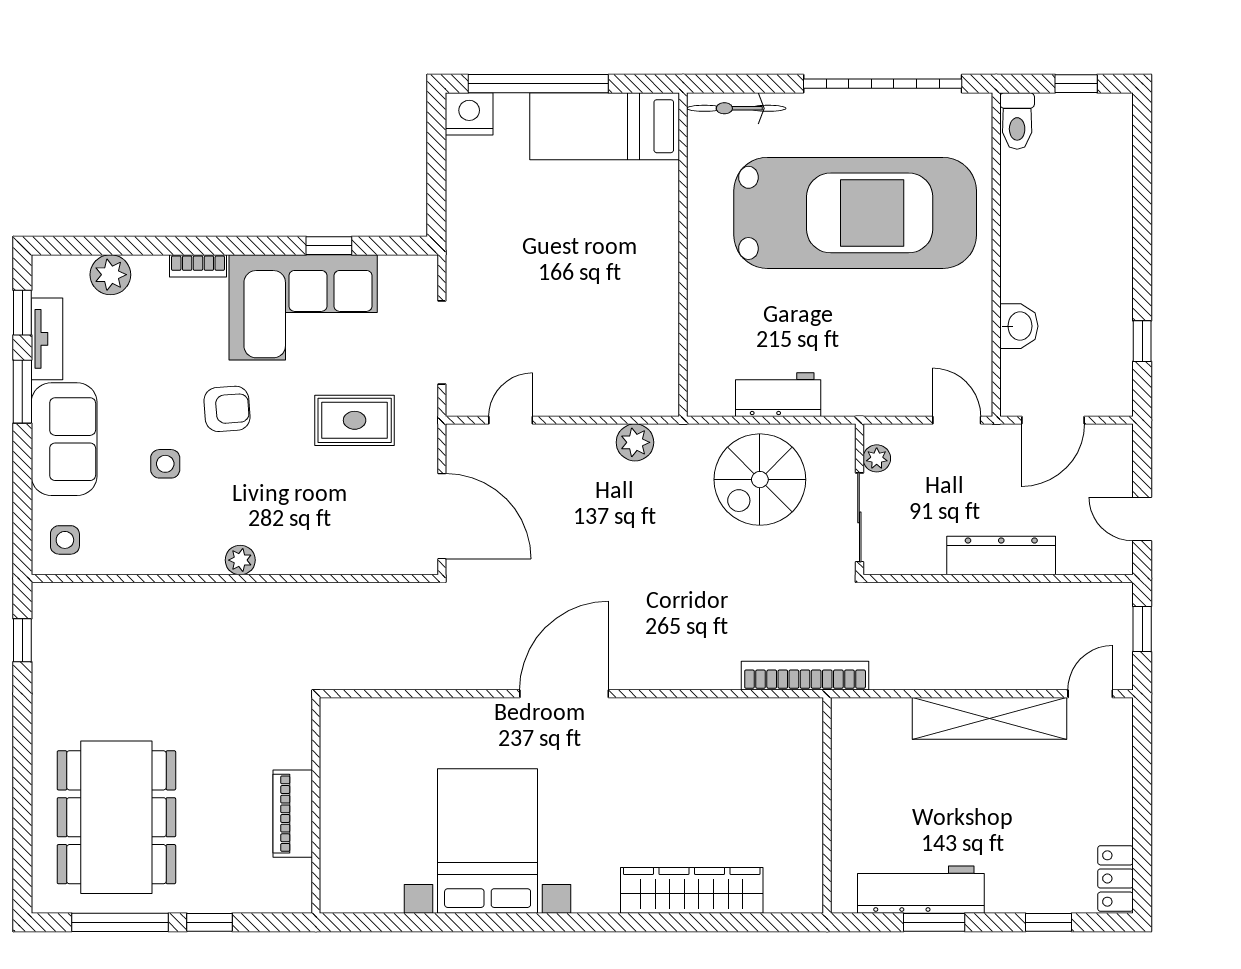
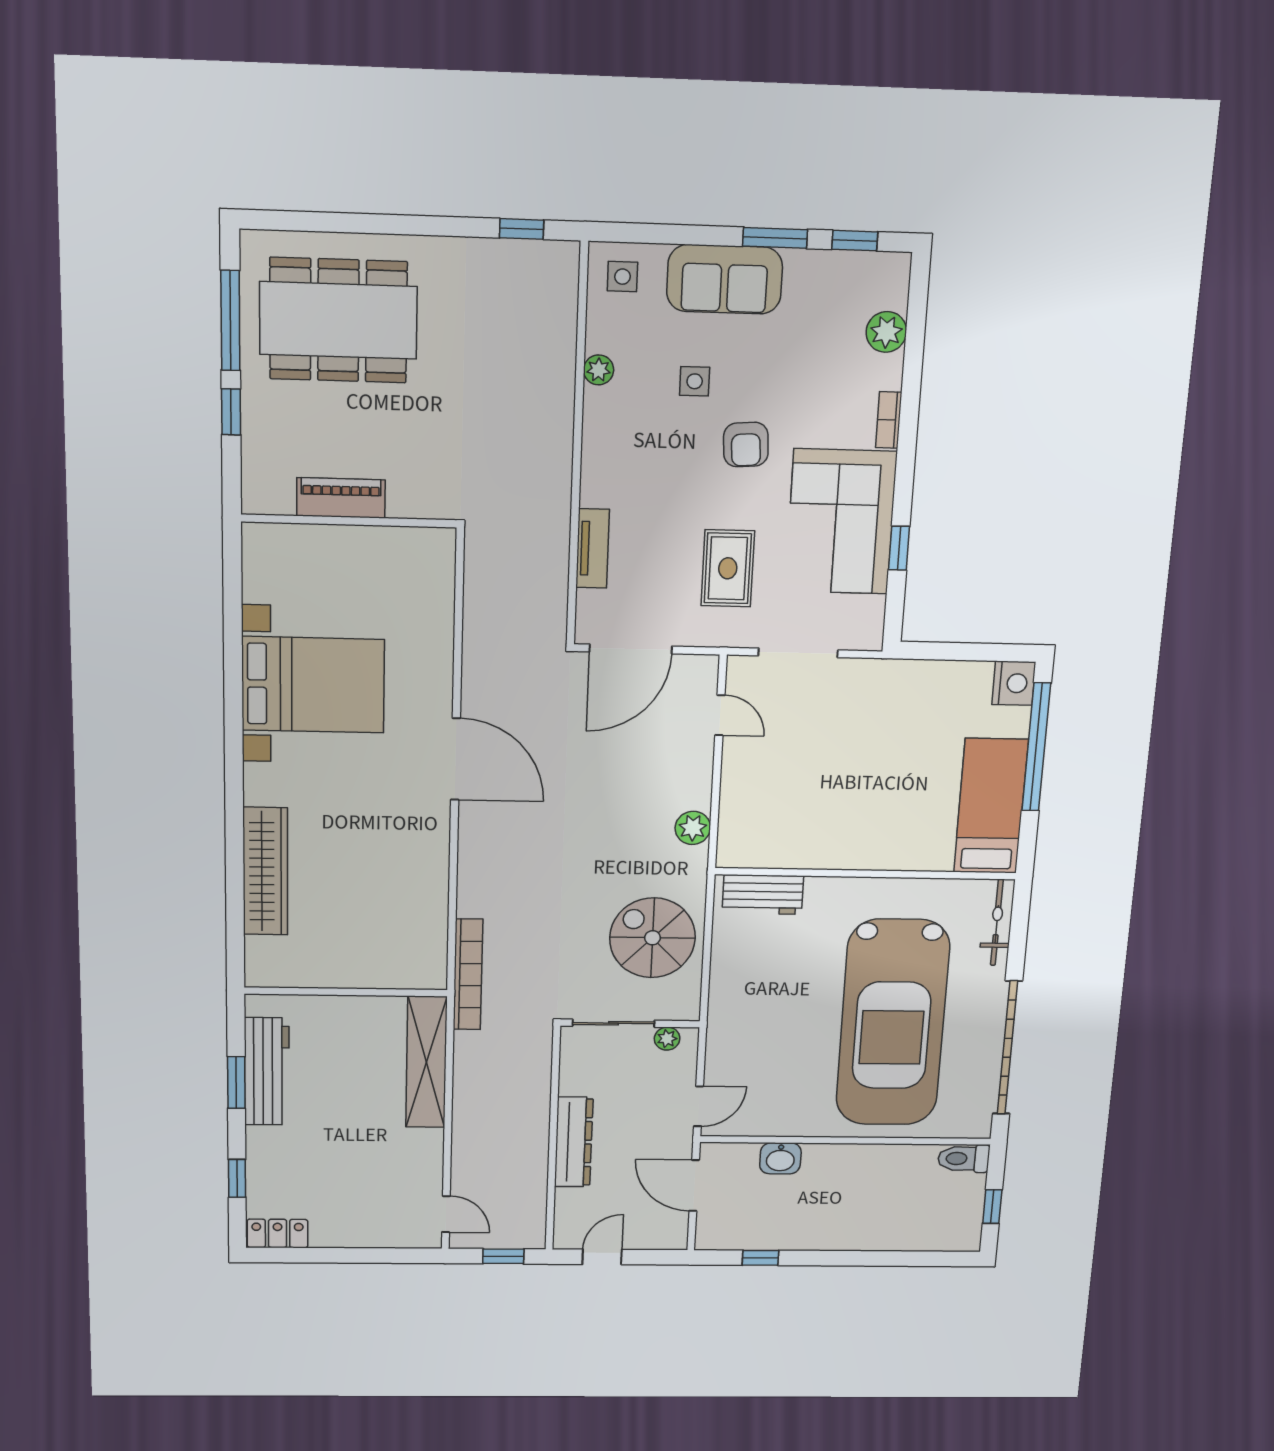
tv unit: (47, 339) -> (593, 548), moved, turned -90
workbench: (778, 395) -> (763, 895), moved, turned 90
plant: (240, 560) -> (599, 370), moved
shelving: (989, 718) -> (426, 1062), moved

